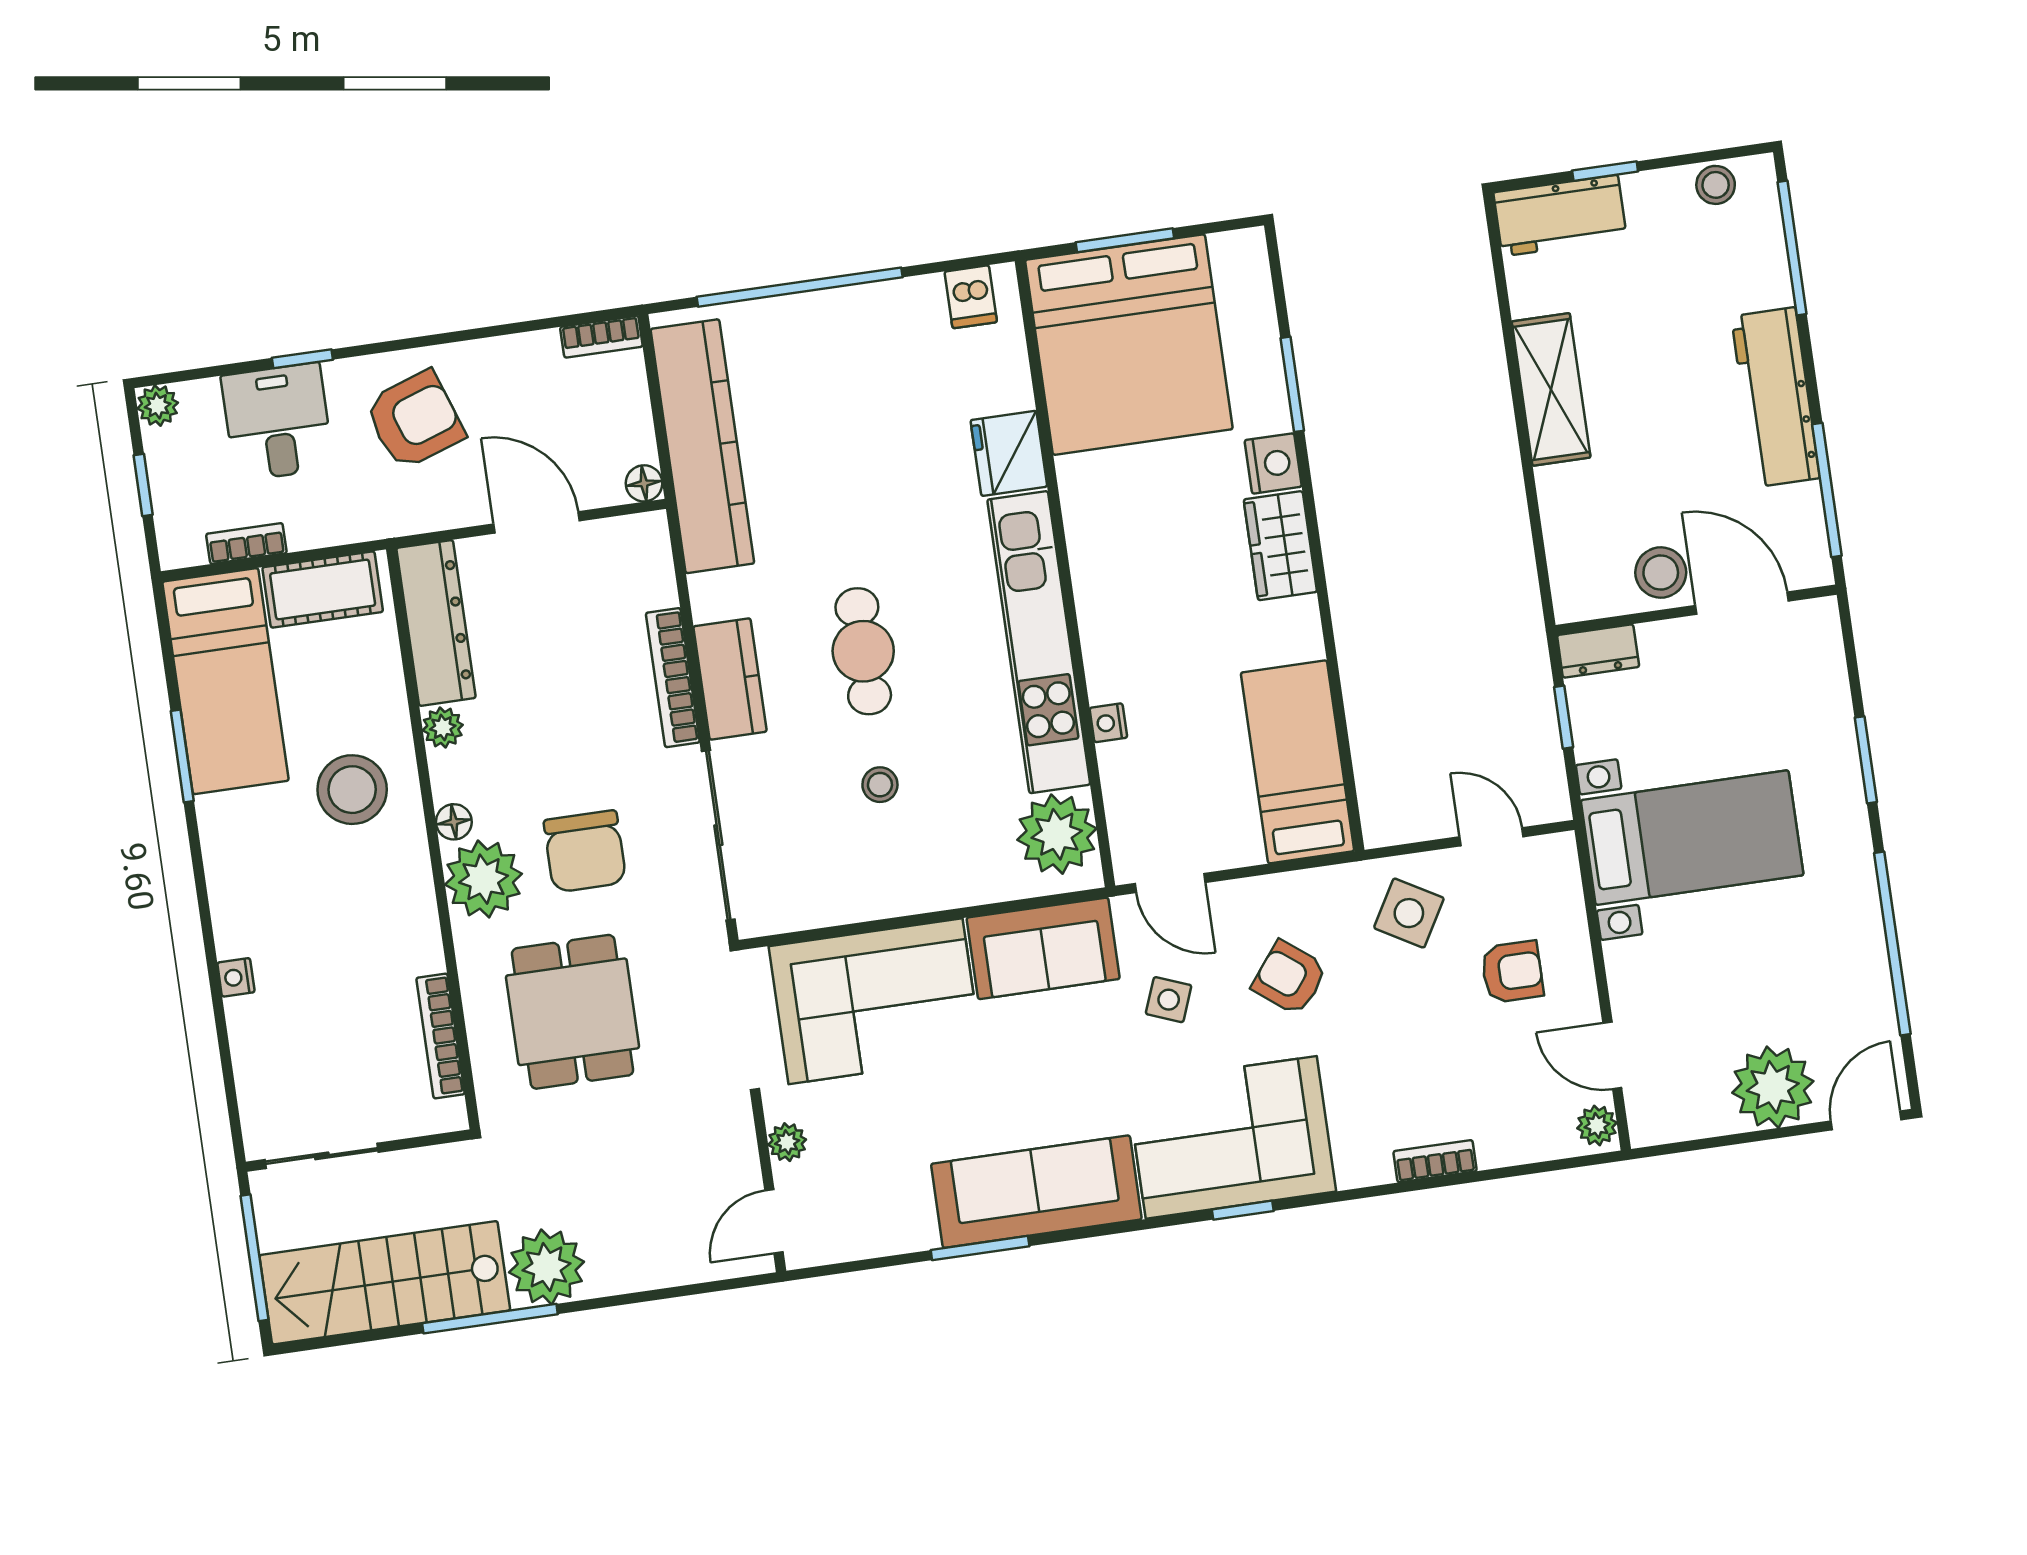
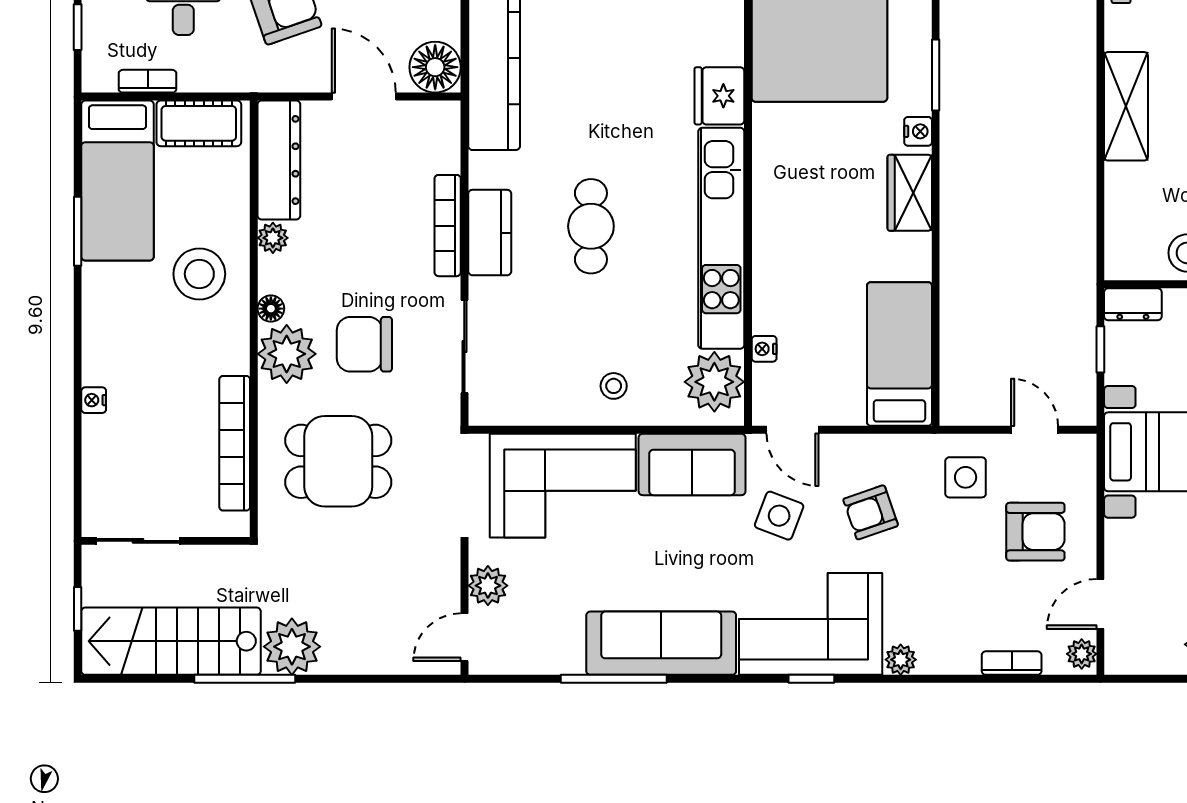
nightstand: (1273, 463) -> (918, 131), width x0.72, depth x0.74
floor lamp: (644, 483) -> (435, 67), width x1.89, depth x1.89
nightstand: (1108, 723) -> (764, 349), moved
stool: (880, 785) -> (614, 386), moved
sliding door: (718, 835) -> (464, 347), width x0.73
chair: (585, 851) -> (364, 344), turned 90
side table: (1409, 913) -> (966, 477), turned -30
armchair: (1512, 972) -> (1035, 532), width x1.38, depth x1.38
armchair: (1290, 978) -> (871, 512), turned -57
side table: (1169, 1000) -> (779, 516), width x1.37, depth x1.37
dining table: (573, 1012) -> (338, 461), turned 90
bookcase: (440, 1036) -> (235, 443), width x1.48, depth x1.31
door: (1612, 1056) -> (1100, 604), hinge flipped
plant: (787, 1142) -> (488, 586), width x1.38, depth x1.38
bookcase: (1435, 1161) -> (1012, 663), moved
plant: (1358, 1168) -> (901, 660), added
window: (980, 1248) -> (614, 679), width x1.44
window: (255, 1258) -> (78, 609), width x0.46

